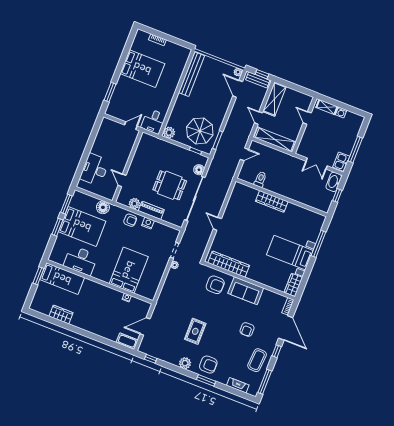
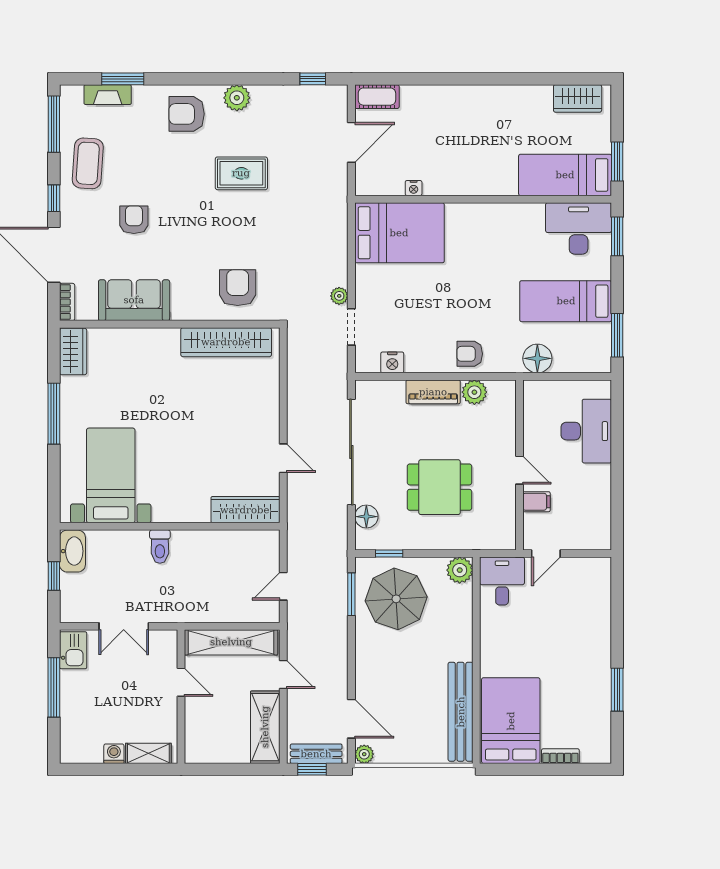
bed: (142, 69) -> (511, 721), moved, turned 90
window: (110, 92) -> (617, 690), moved
door: (307, 118) -> (181, 682), moved
filing cabinet: (126, 148) -> (536, 502), added
double door: (317, 163) -> (124, 626), swing flipped
toilet: (260, 179) -> (160, 547), moved
door: (122, 180) -> (519, 470), moved
washbasin: (334, 182) -> (72, 551), moved
dining table: (170, 185) -> (440, 487), moved
wardrobe: (272, 201) -> (245, 510), moved
nightstand: (148, 223) -> (392, 362), moved
door: (217, 224) -> (283, 458), moved
bed: (82, 226) -> (566, 301), width x0.67
window: (57, 227) -> (617, 236), moved
window: (318, 244) -> (54, 414), moved
bed with nightstands: (290, 253) -> (111, 475), moved, turned -90
desk: (81, 260) -> (579, 228), moved
bed: (129, 270) -> (399, 233), moved, turned -90
armchair: (215, 285) -> (238, 288), turned 90
sofa: (246, 291) -> (134, 300), moved
wardrobe: (61, 315) -> (578, 98), moved
rug: (195, 331) -> (241, 173), turned 90
window: (206, 380) -> (123, 79), moved

